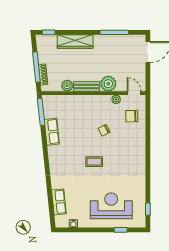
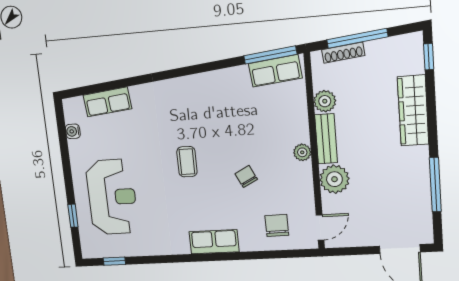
plant: (116, 99) -> (302, 152), moved
row of seats: (52, 132) -> (275, 71), moved
row of seats: (139, 151) -> (214, 242), added

